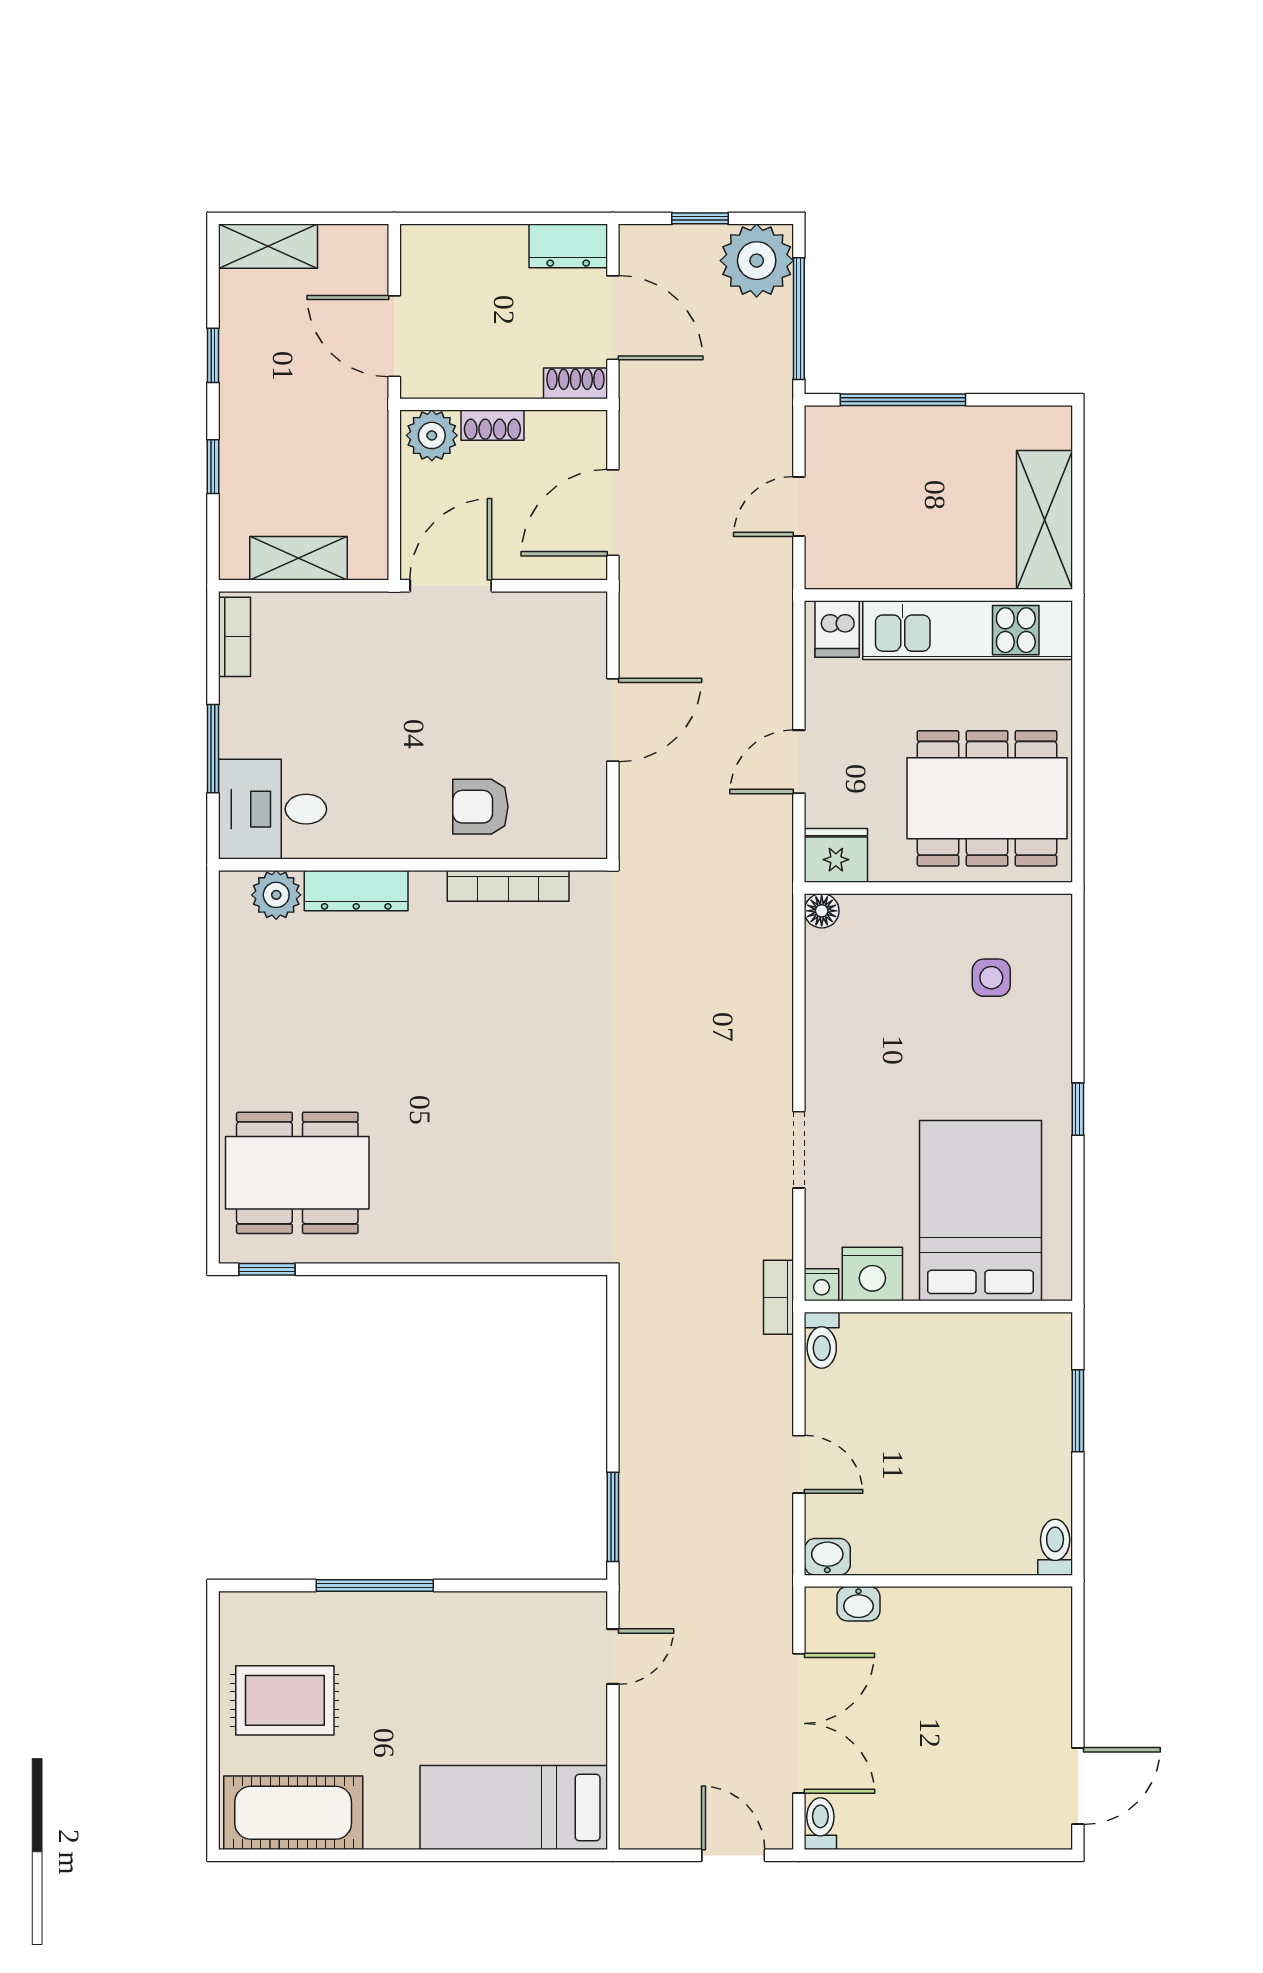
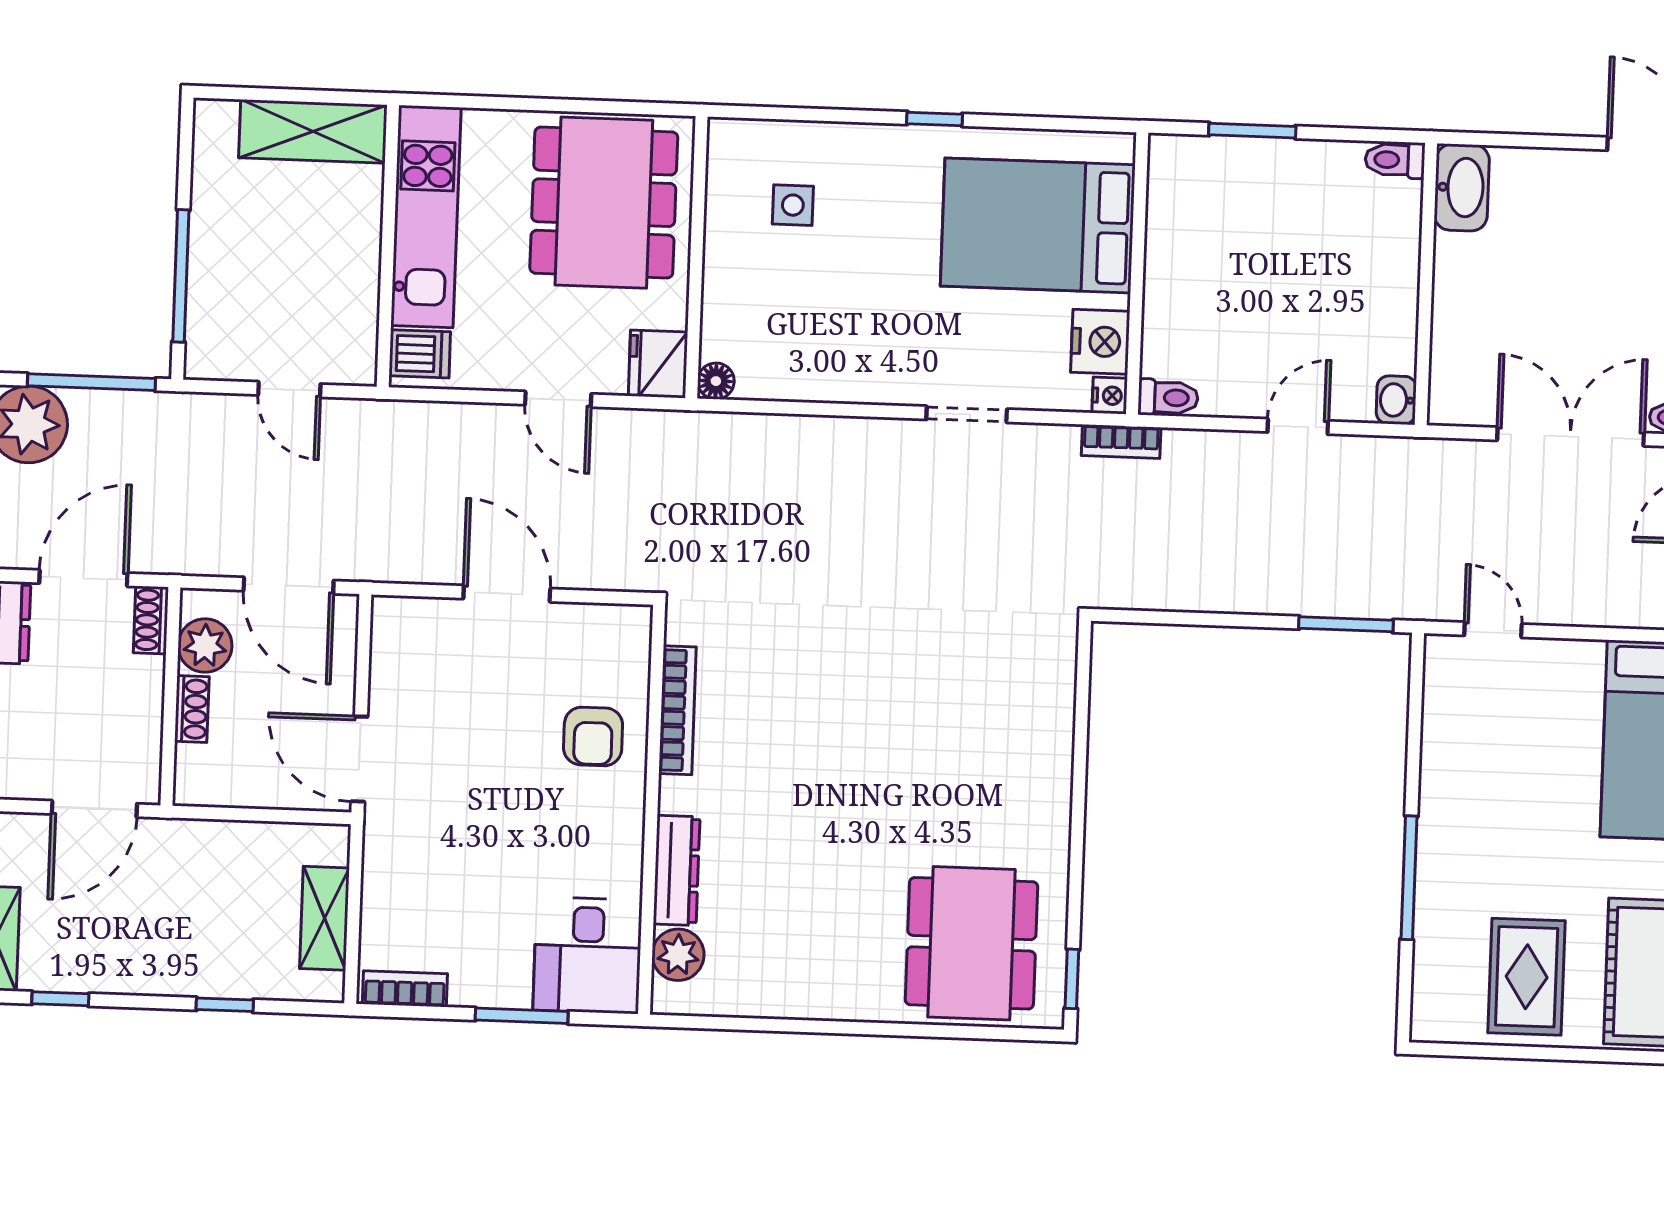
window: (213, 355) -> (60, 999), moved
plant: (432, 435) -> (205, 646), moved
washbasin: (858, 1604) -> (1462, 187), moved, width x1.91, depth x1.45

